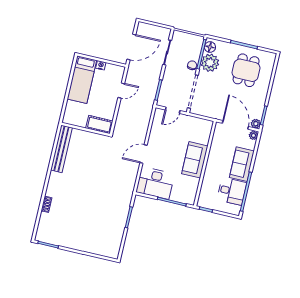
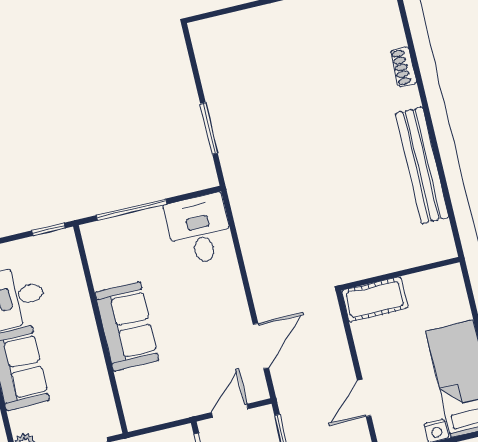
bench: (61, 149) -> (422, 165), moved
door: (143, 154) -> (261, 346), moved
desk: (155, 183) -> (199, 230), width x0.73

